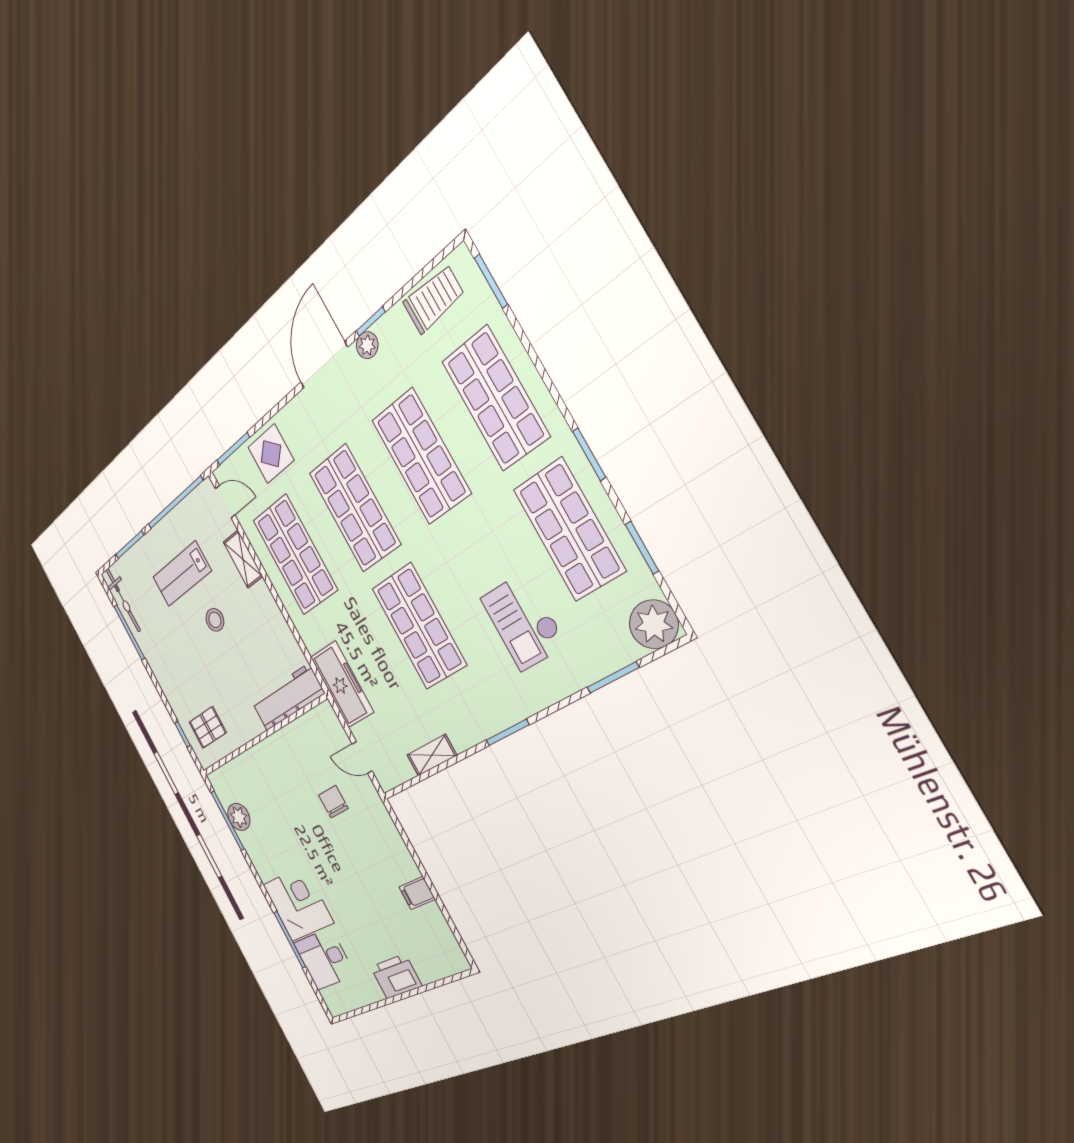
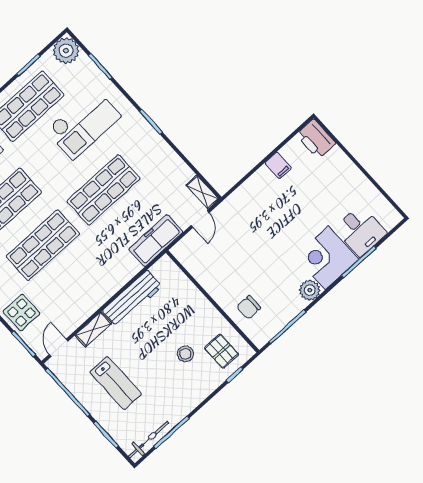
shop shelf: (295, 555) -> (81, 287), removed
stool: (215, 620) -> (185, 354), moved
checkout: (523, 622) -> (83, 124), width x1.36, depth x1.21
workbench: (287, 697) -> (132, 299), moved, turned -90
shelving: (432, 755) -> (202, 192), moved
chair: (333, 802) -> (249, 307), moved
plant: (239, 817) -> (310, 290), moved
printer: (396, 976) -> (316, 139), moved

